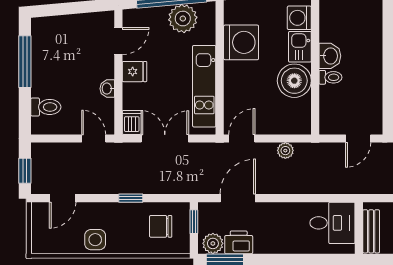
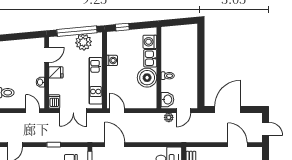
washing machine: (241, 42) -> (112, 60), width x0.53, depth x0.53
washbasin: (330, 56) -> (167, 100), moved
double door: (165, 138) -> (73, 111), swing flipped
door: (242, 138) -> (117, 111), hinge flipped
plant: (285, 151) -> (169, 117), moved
door: (238, 198) -> (115, 145), hinge flipped

